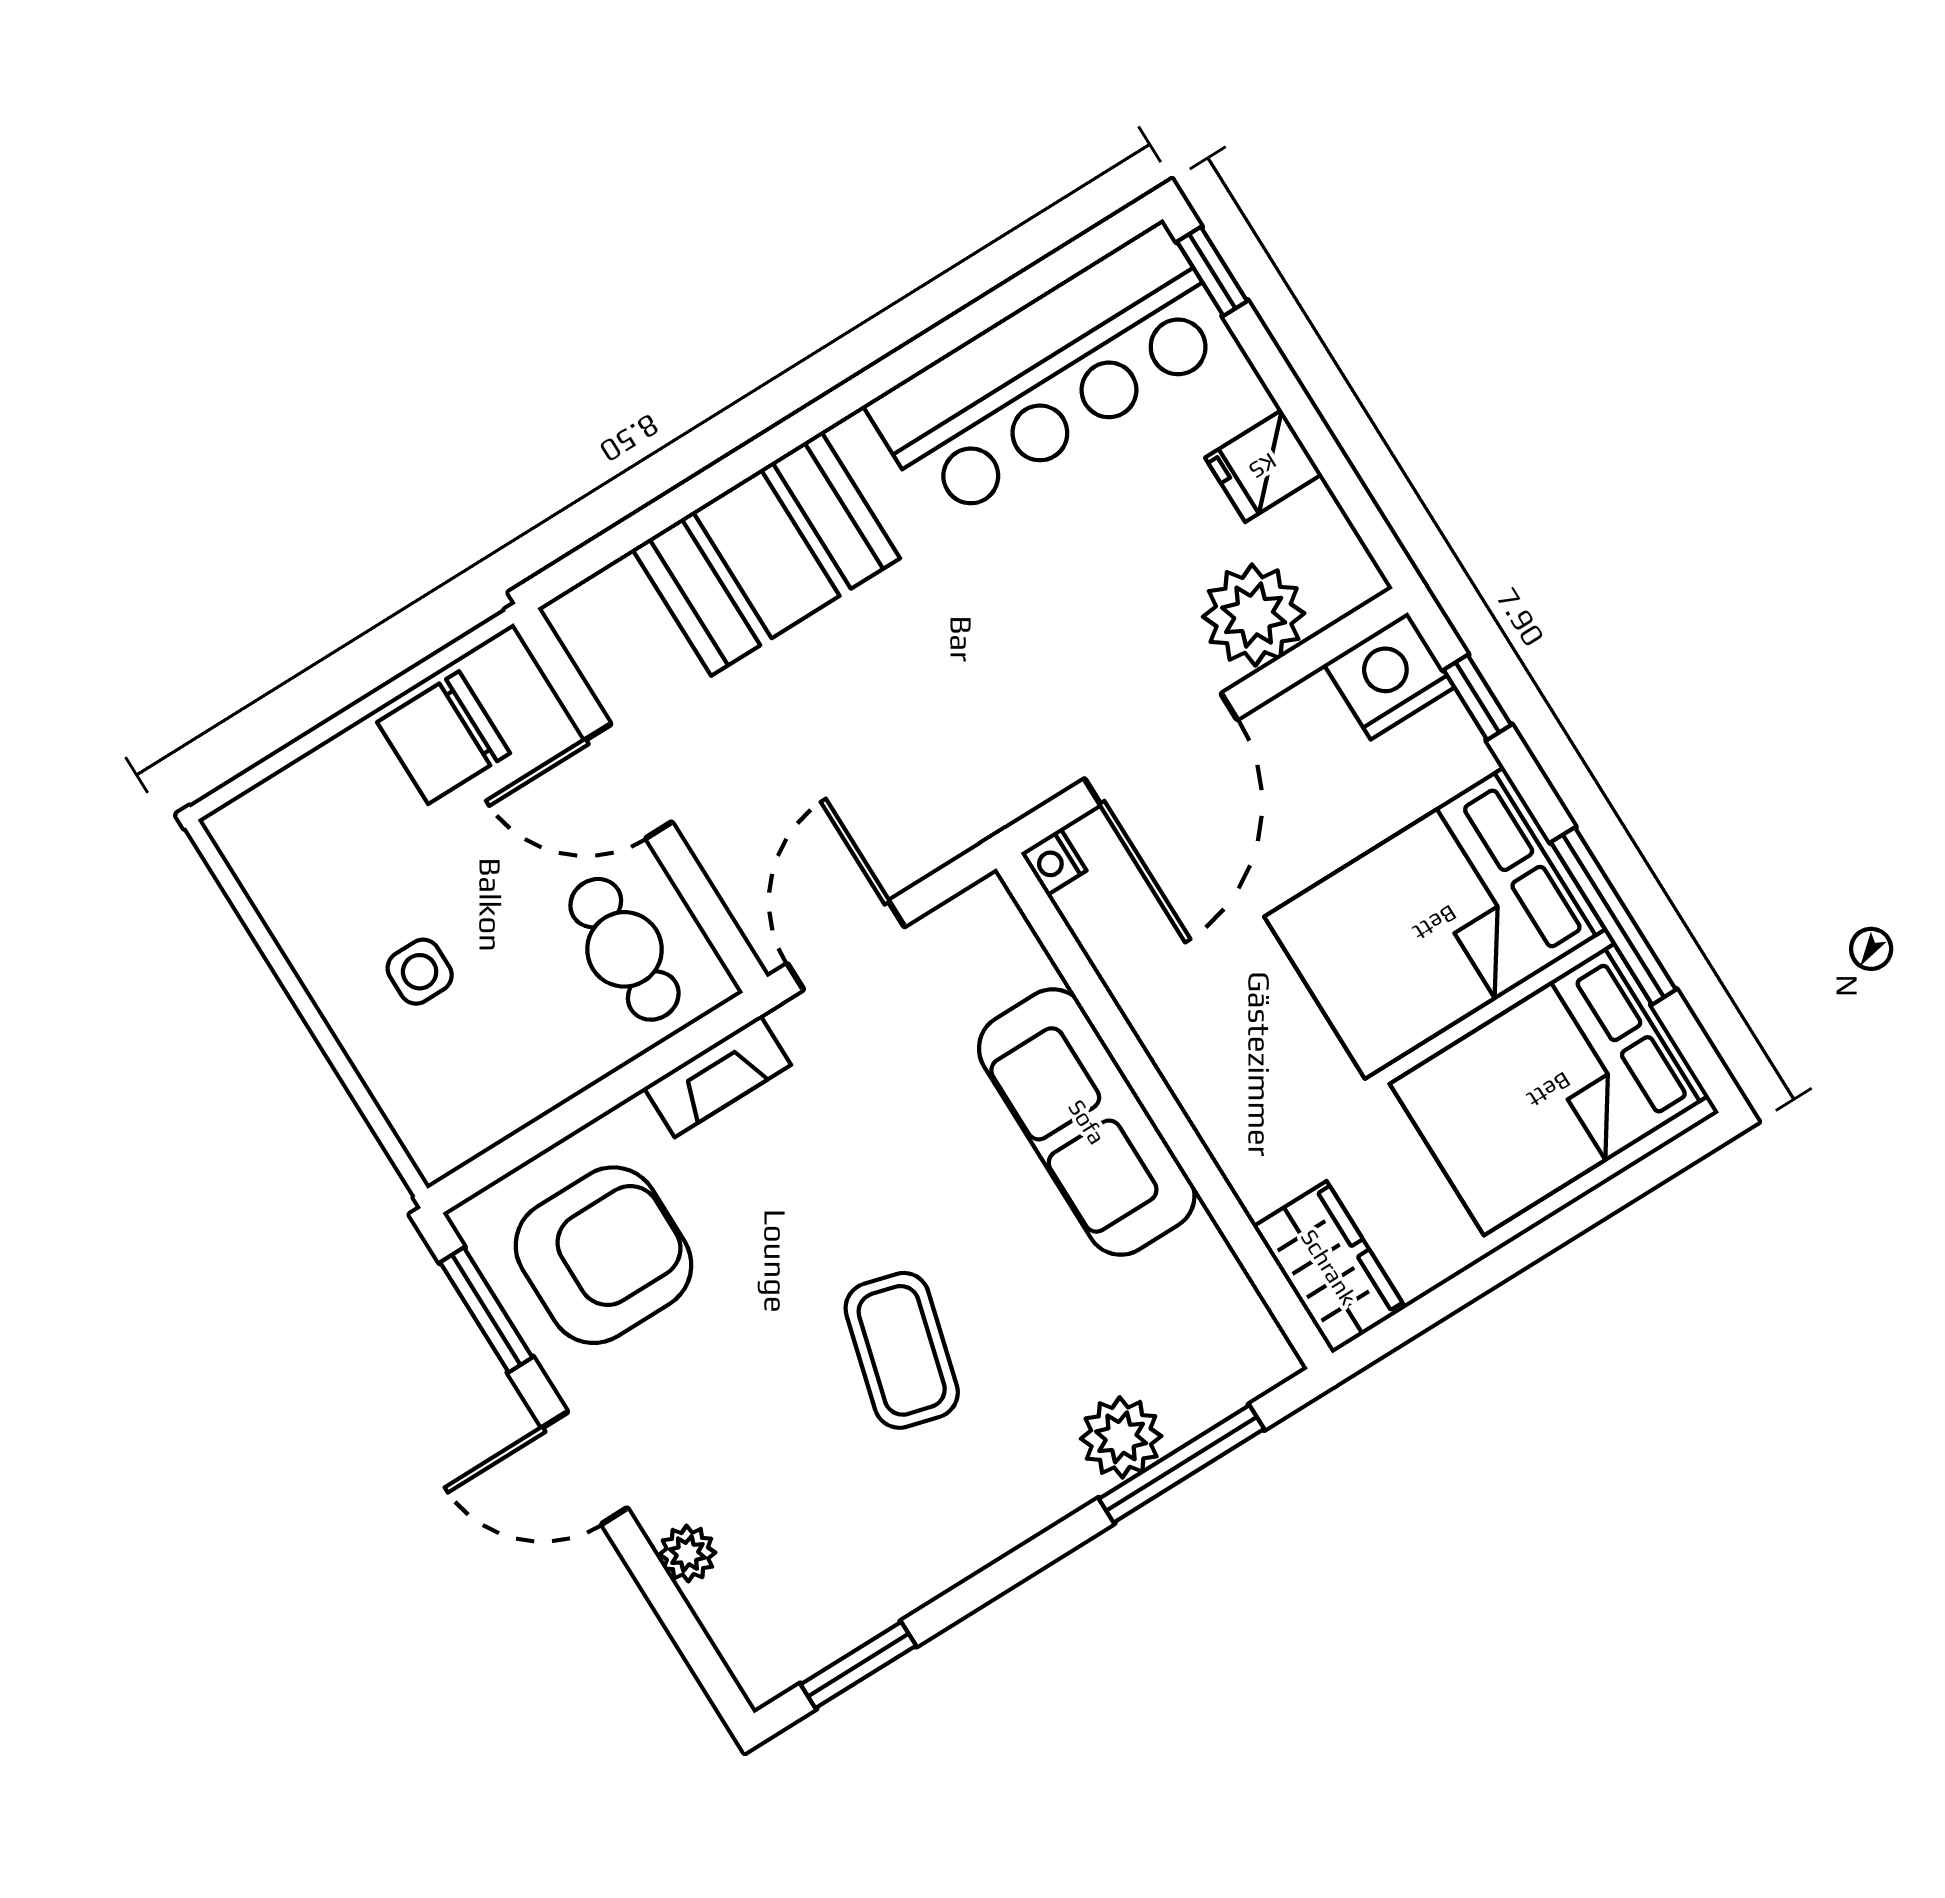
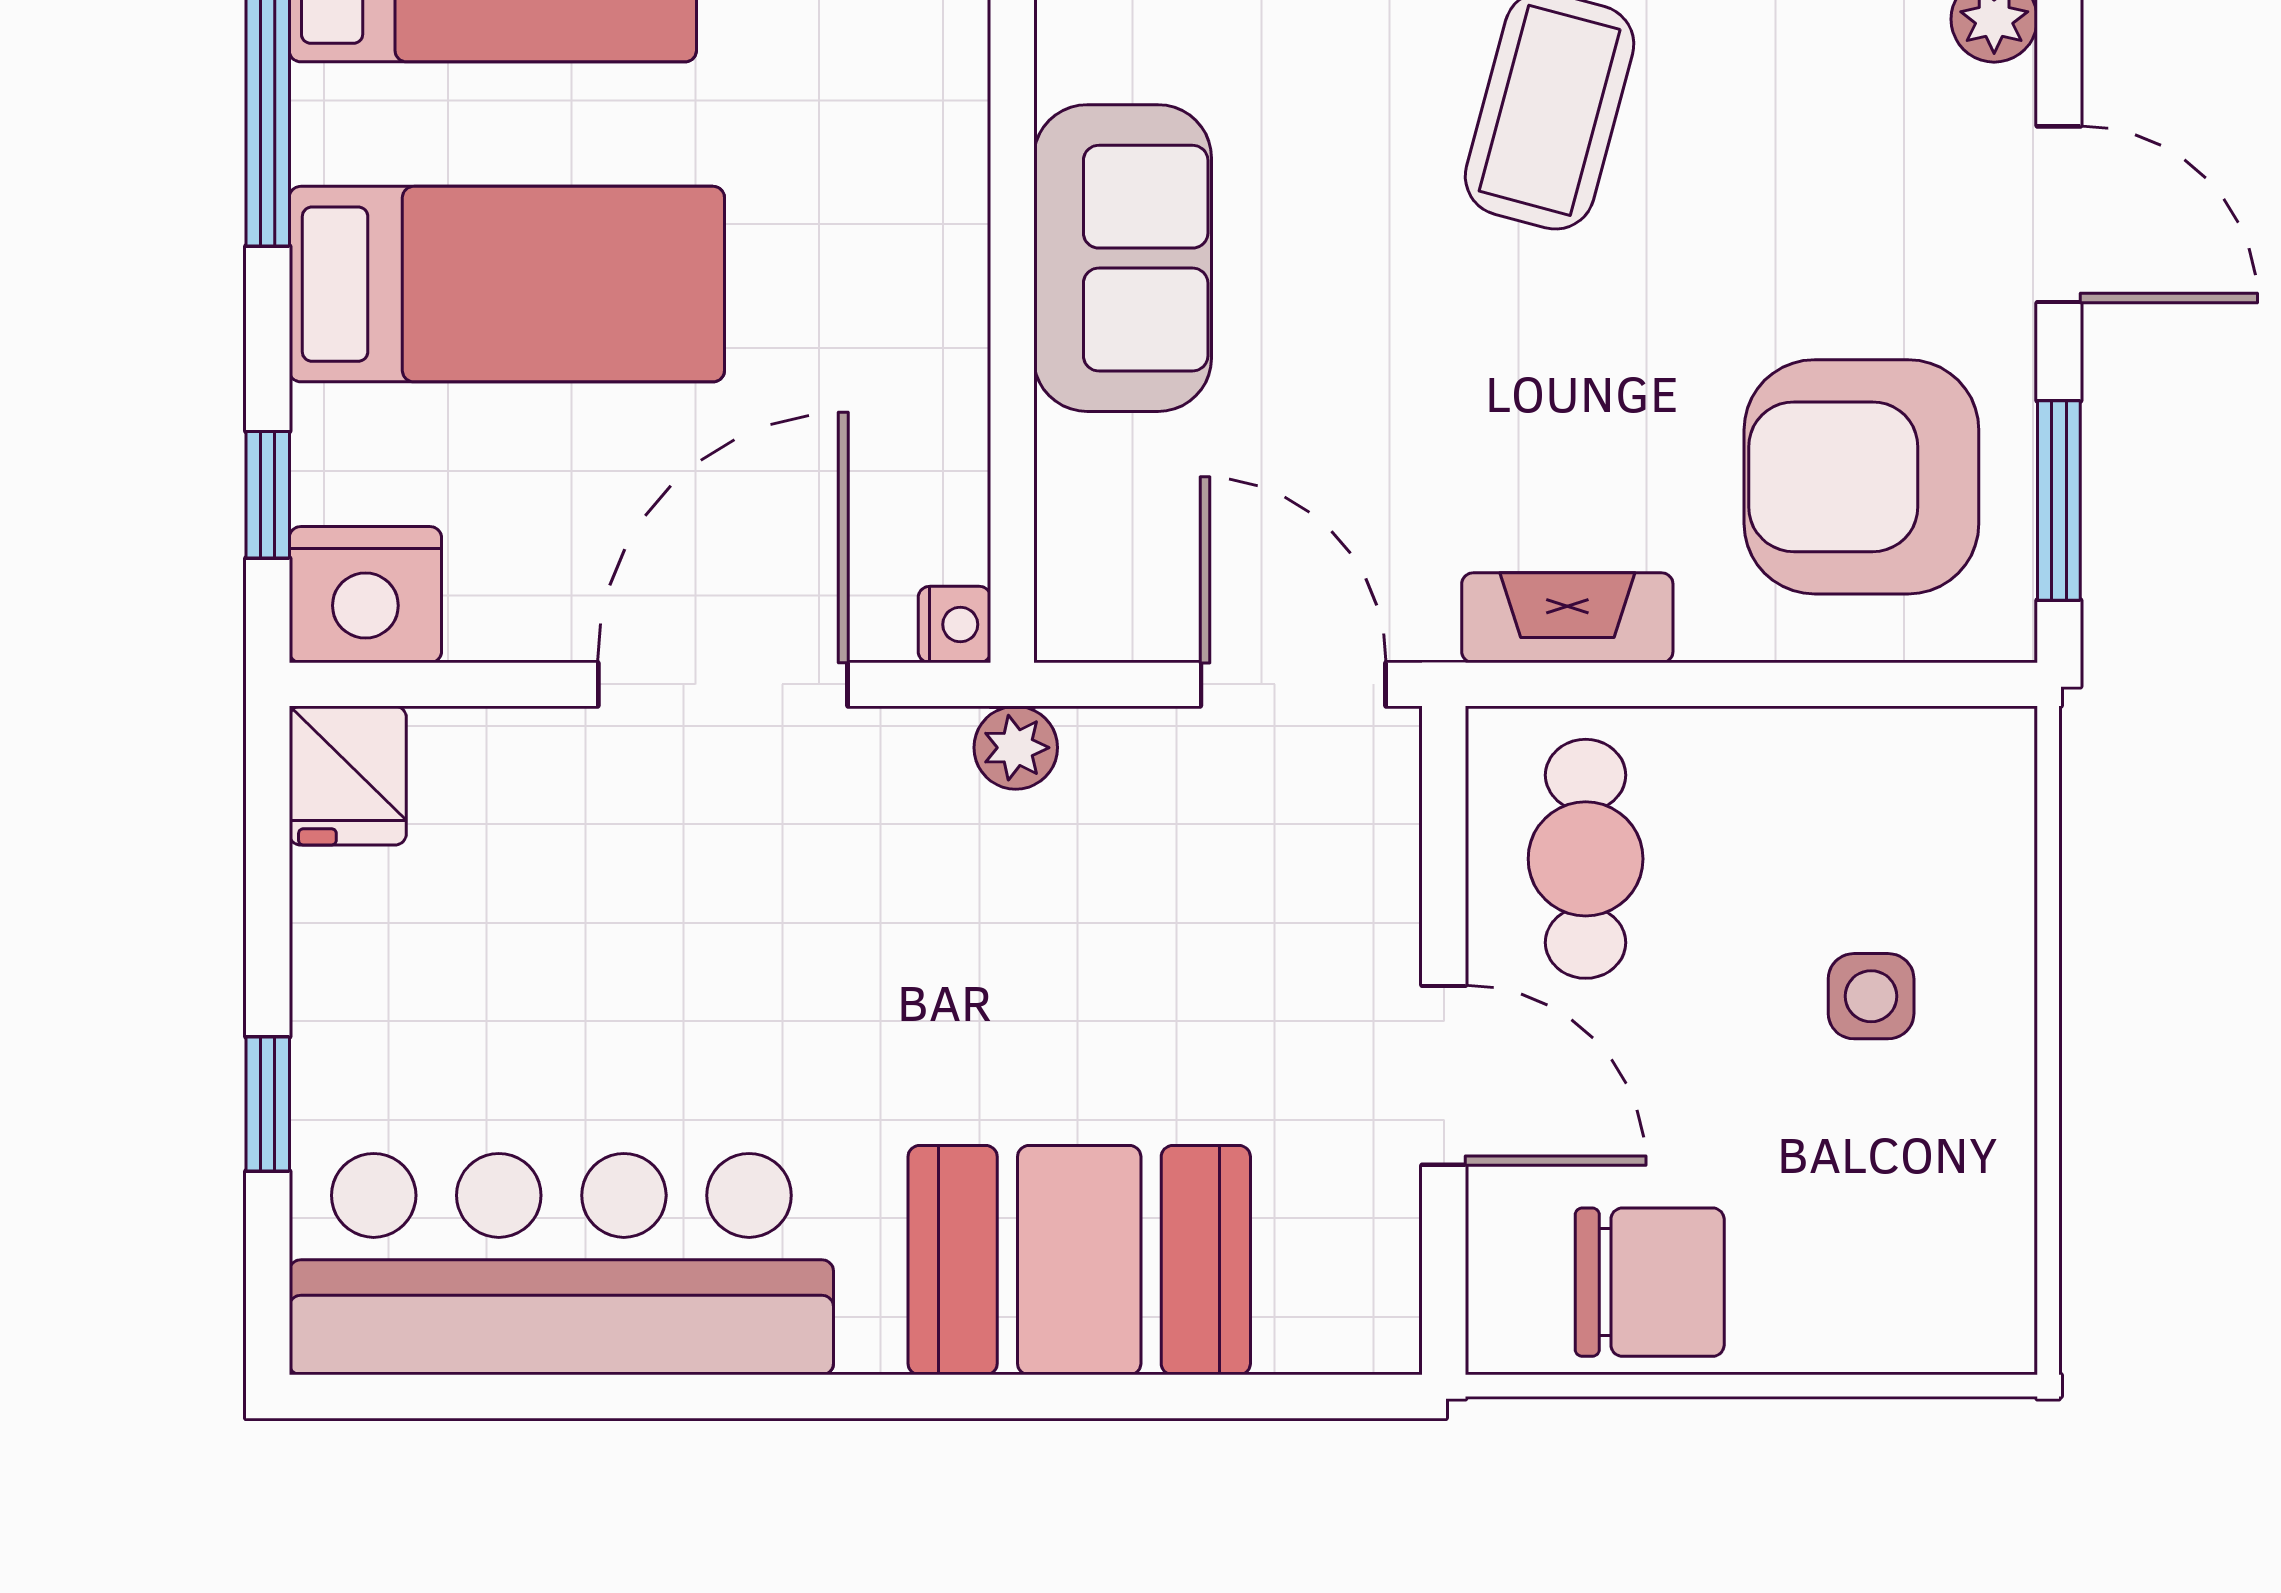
window: (1212, 271) -> (268, 1104), moved
fridge: (1263, 466) -> (348, 776), moved, turned 90
plant: (1254, 615) -> (1016, 748), moved, width x0.53, depth x0.53
bed: (1435, 923) -> (507, 284), width x0.67
door: (846, 945) -> (1293, 684), swing flipped
sofa: (1087, 1122) -> (1123, 258), width x0.73

